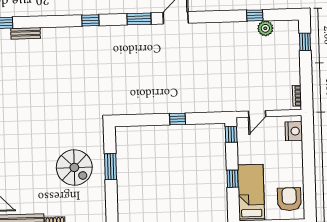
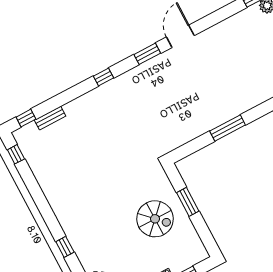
window: (177, 119) -> (228, 128), width x2.17

